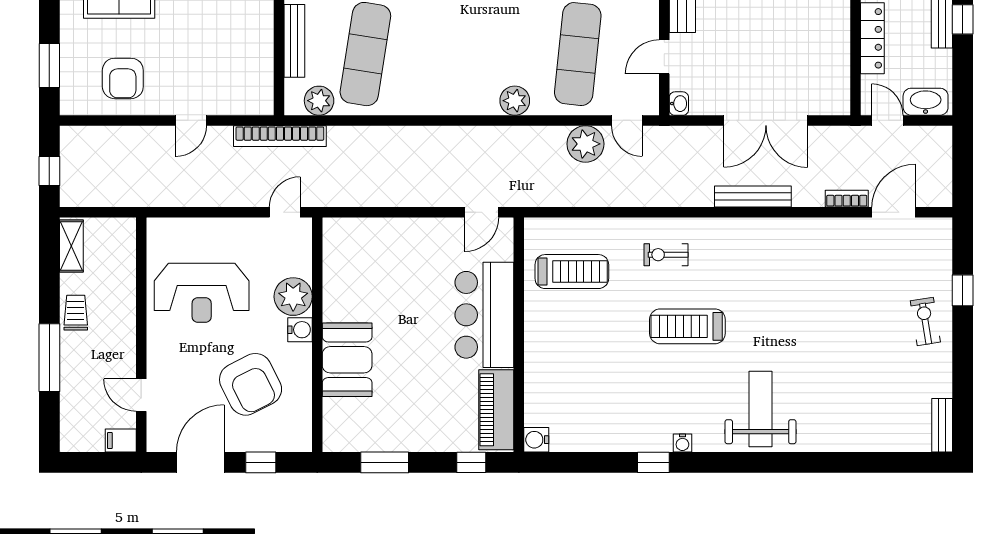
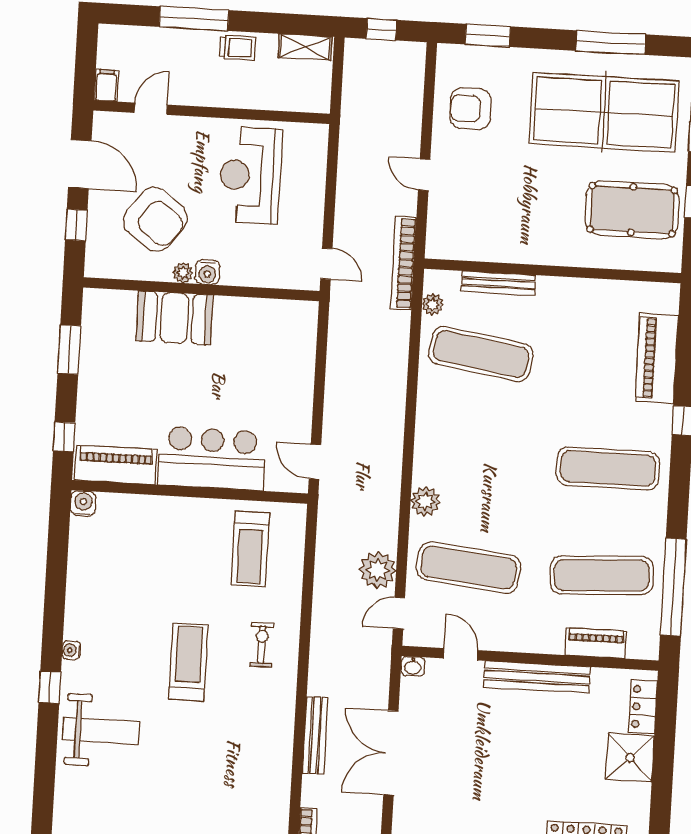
plant: (319, 101) -> (433, 304), width x0.73, depth x0.73
plant: (293, 297) -> (183, 273), moved, width x0.53, depth x0.53
armchair: (251, 384) -> (155, 219), turned -116
window: (653, 462) -> (50, 687), moved

